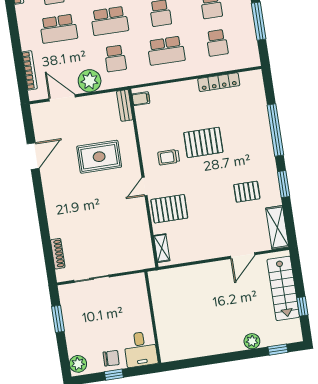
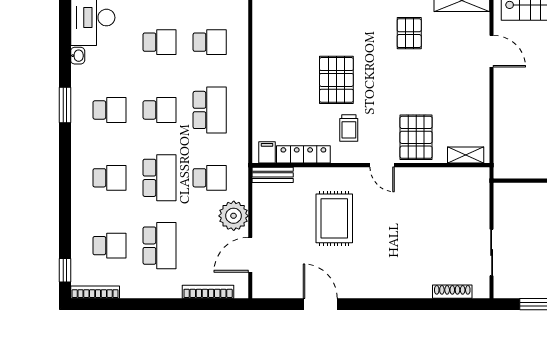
locker: (219, 82) -> (303, 154), moved, turned -90

